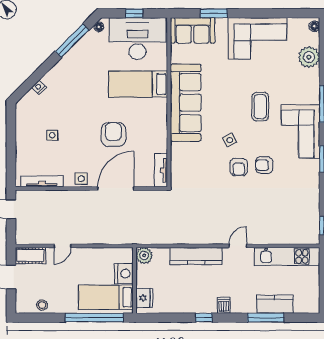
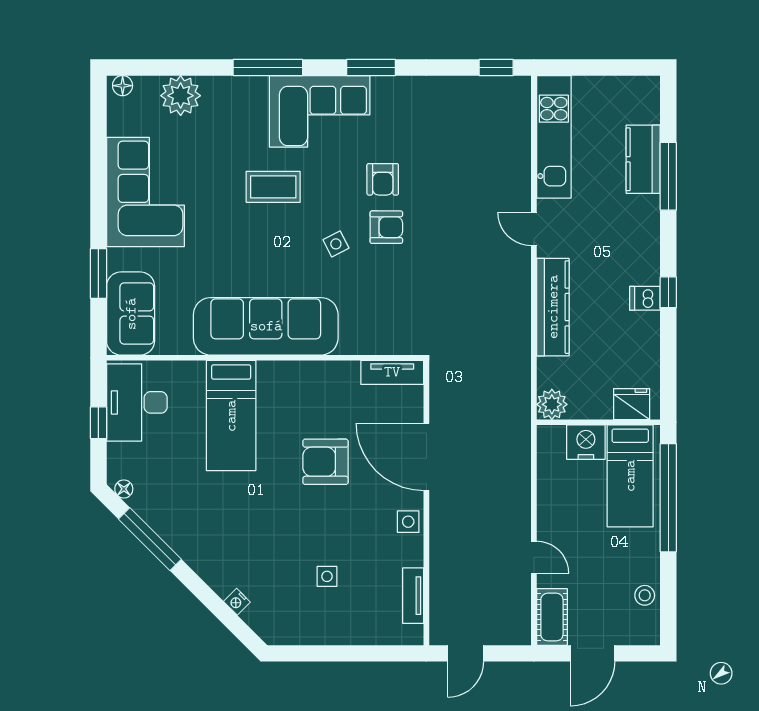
desk: (138, 39) -> (137, 402), width x0.73, depth x0.77
tv unit: (42, 181) -> (413, 596), width x0.71
dishwasher: (224, 305) -> (645, 298), moved

